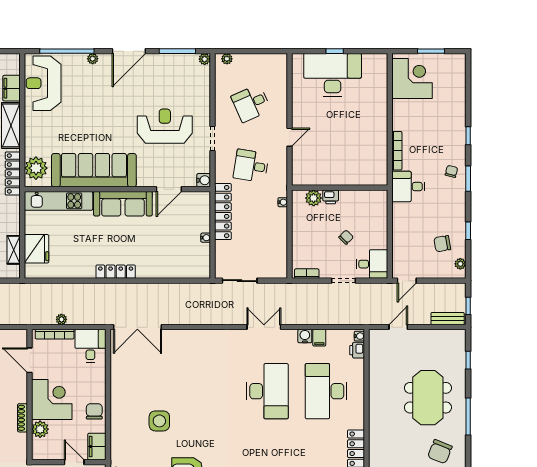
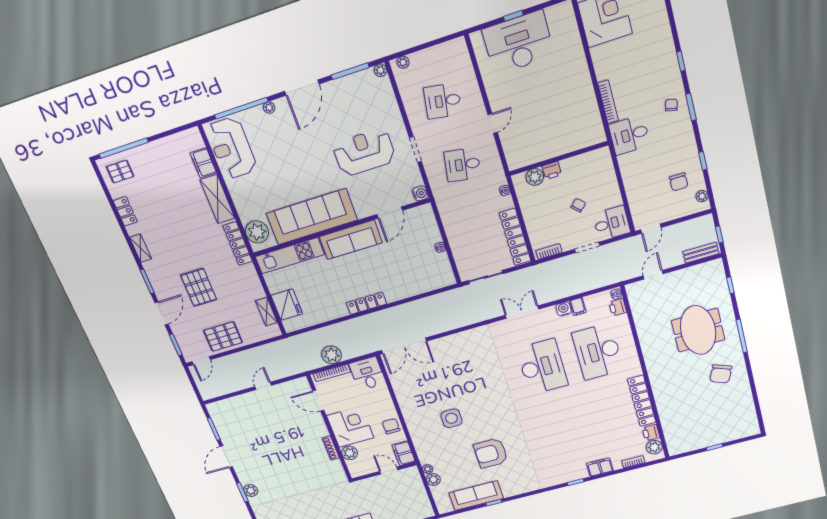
desk: (251, 103) -> (443, 101), turned 33
locker: (223, 212) -> (515, 237), moved, turned 180
chair: (442, 244) -> (679, 182), turned -80
plant: (61, 319) -> (332, 355), width x1.88, depth x1.88

